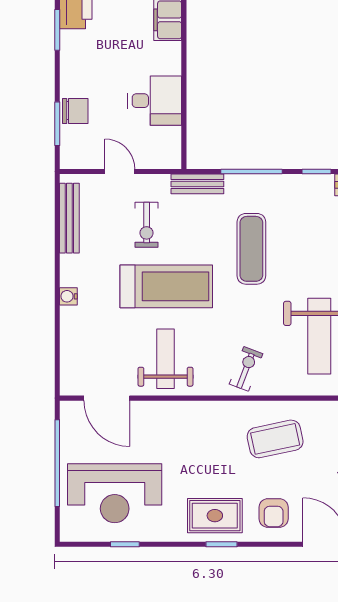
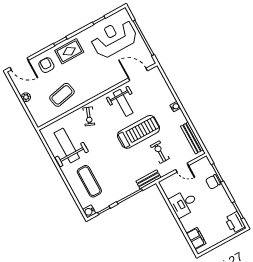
exercise mat: (251, 249) -> (89, 181), moved
treadmill: (166, 286) -> (139, 132), turned 180

